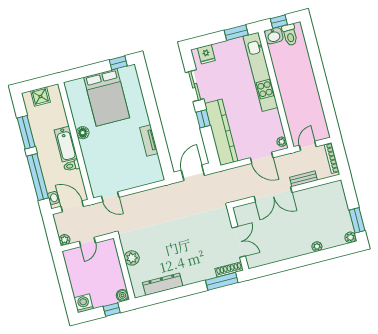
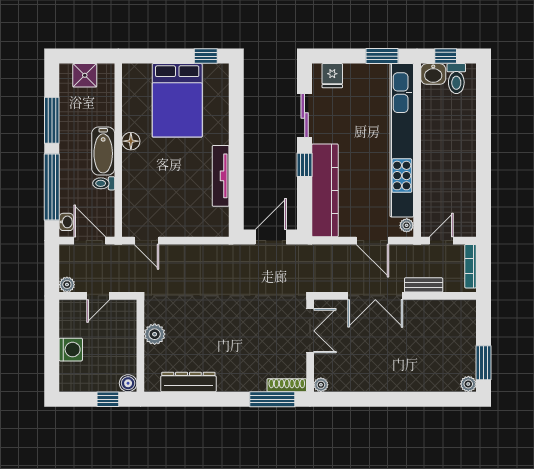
kitchen unit: (260, 72) -> (402, 140), width x1.36
tv unit: (149, 141) -> (221, 176), width x1.41
double door: (239, 242) -> (310, 331), moved
plant: (317, 247) -> (321, 385), moved
washing machine: (84, 303) -> (71, 350), moved, turned 90

